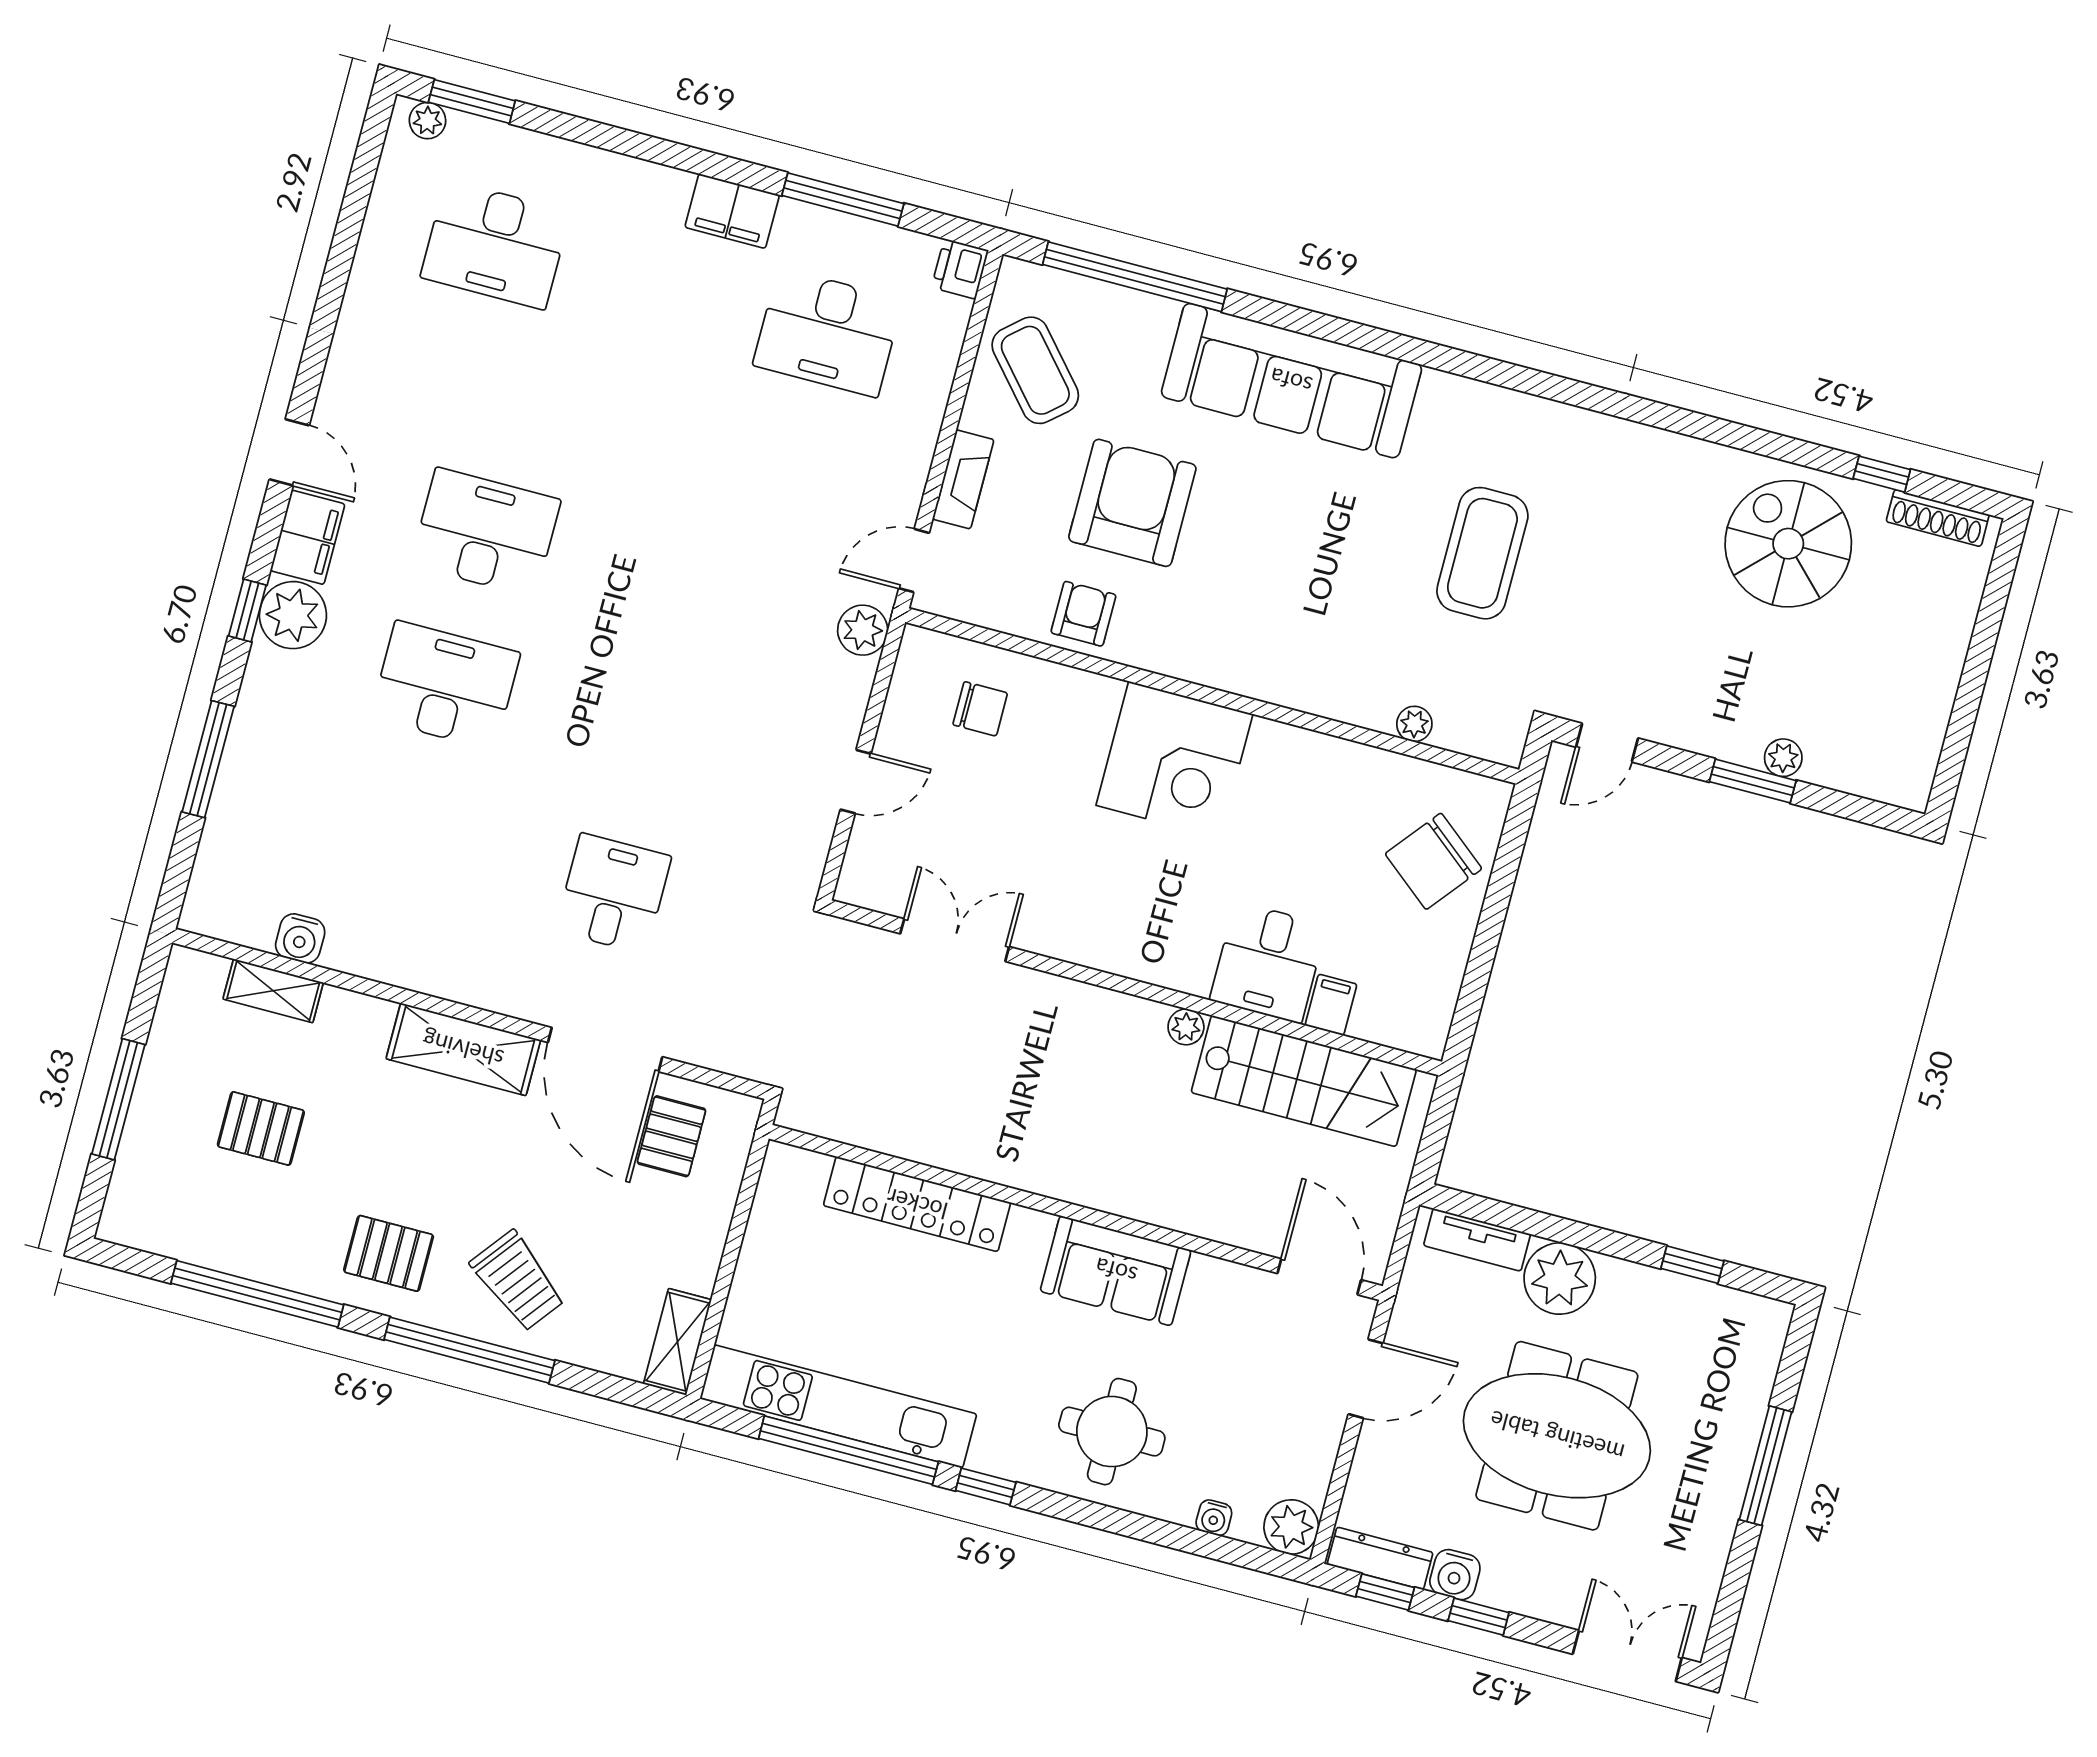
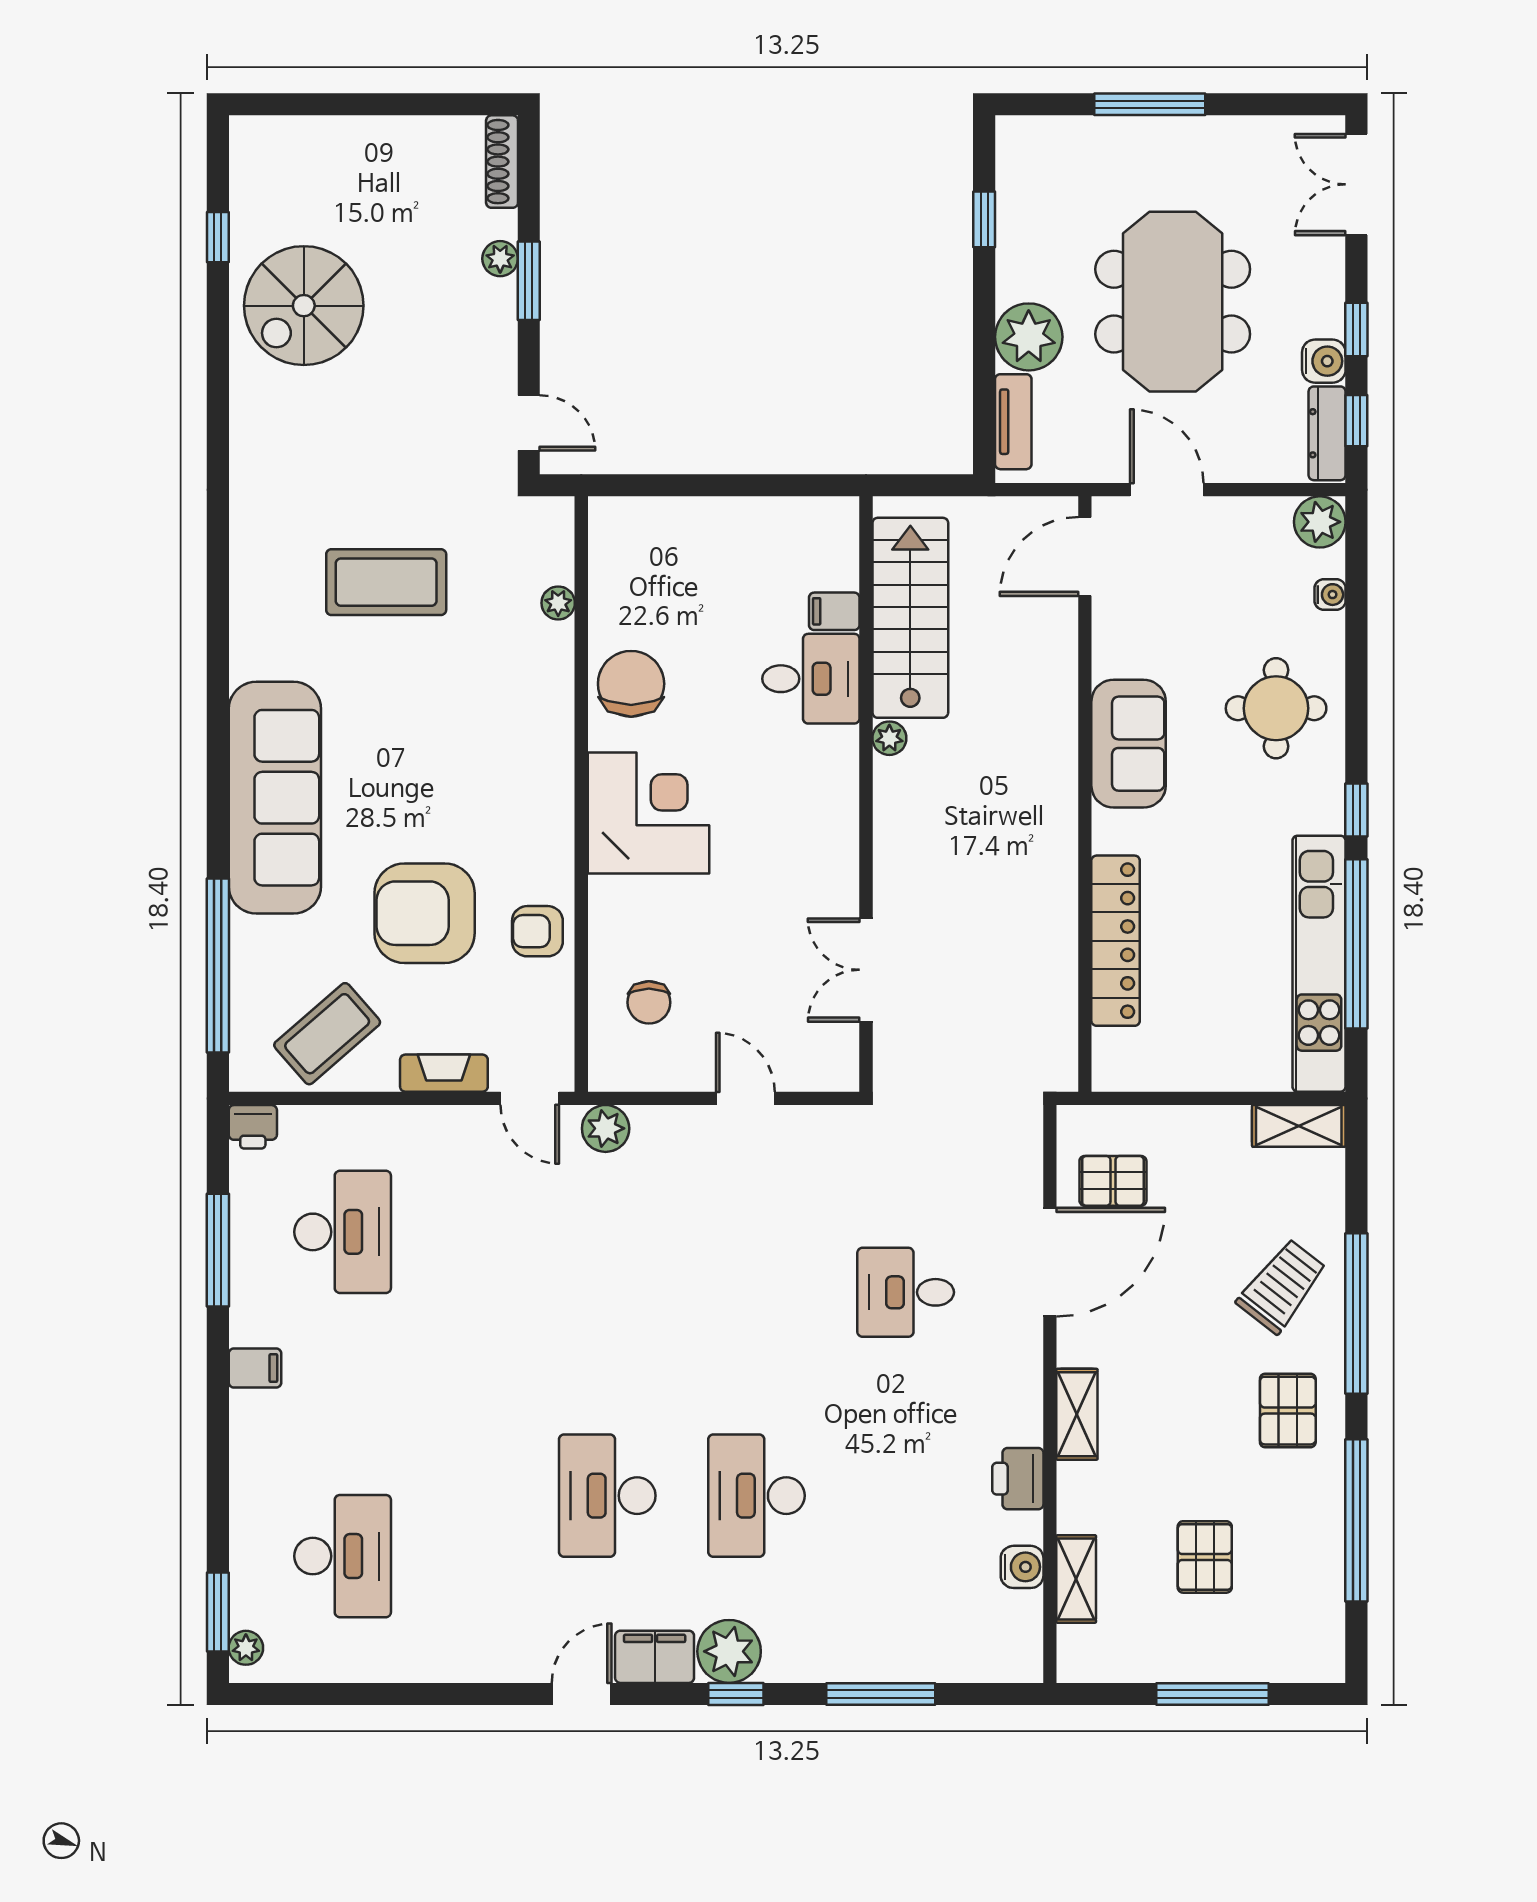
filing cabinet: (732, 211) -> (255, 1368), width x0.50
shoe rack: (1938, 518) -> (502, 162), moved, turned 180
chair: (980, 709) -> (649, 1002), turned 180
chair: (1434, 861) -> (631, 684), moved, turned -129
printer: (392, 958) -> (1018, 1479), added
shelving: (463, 1049) -> (1077, 1414), width x0.67, depth x0.75

